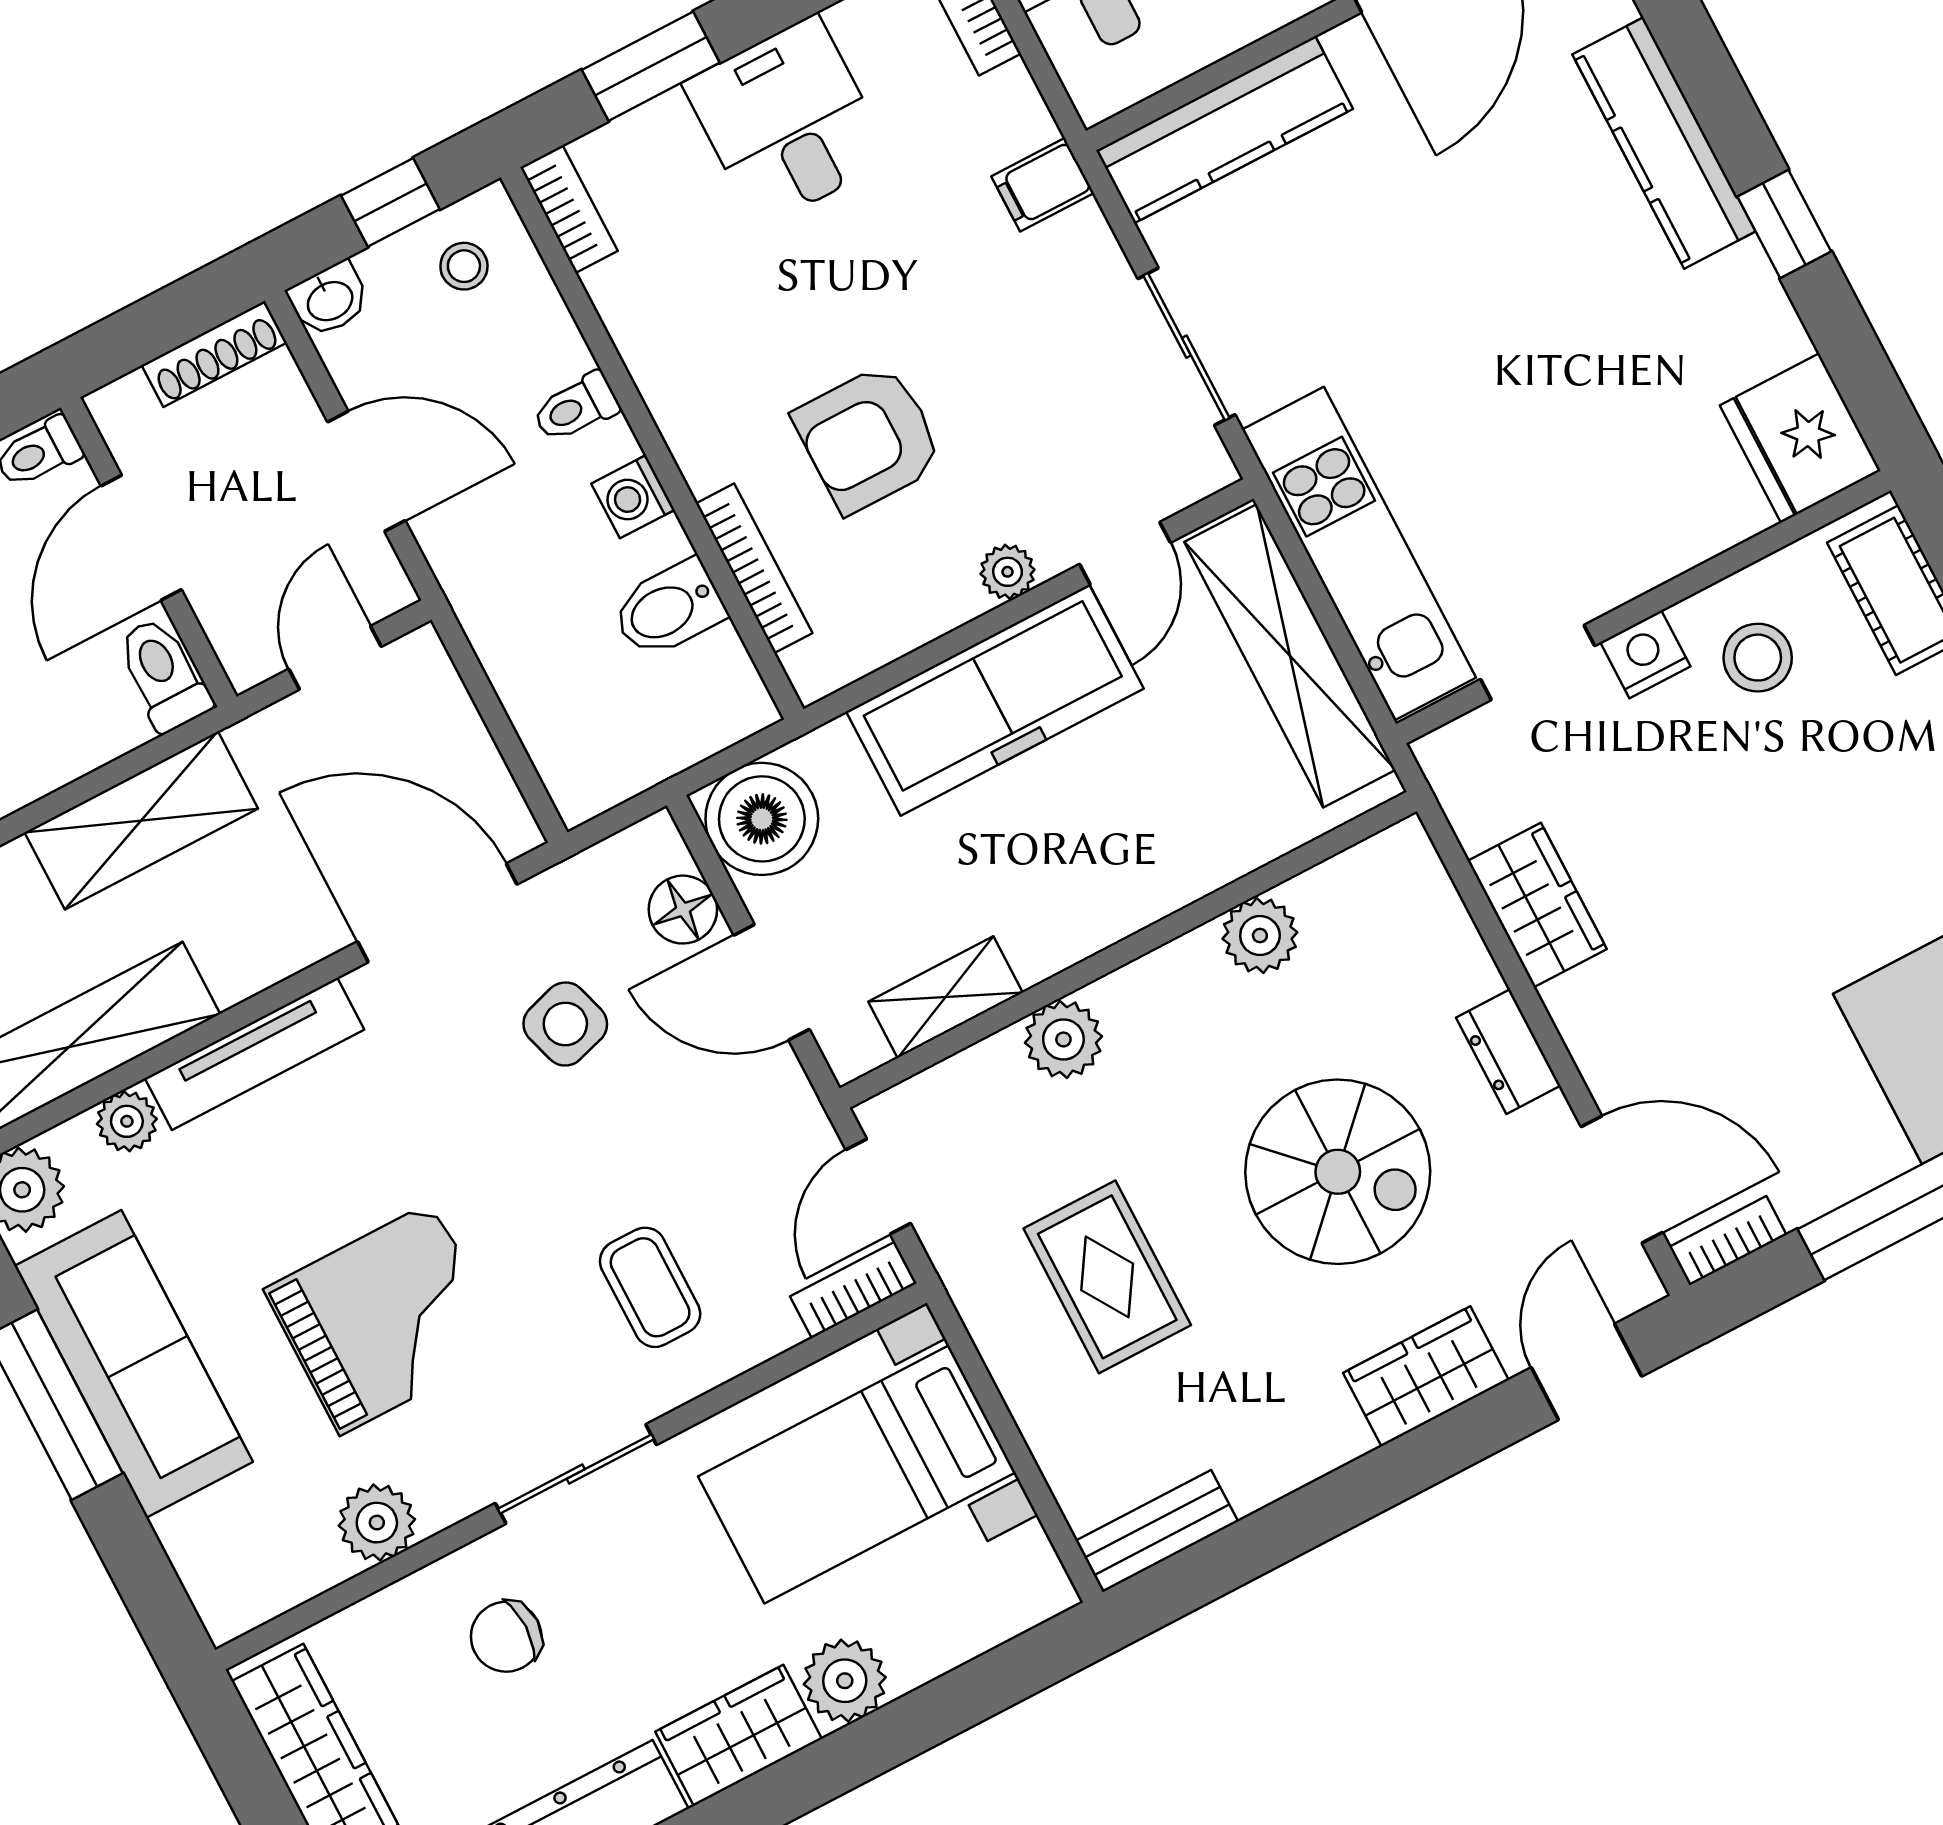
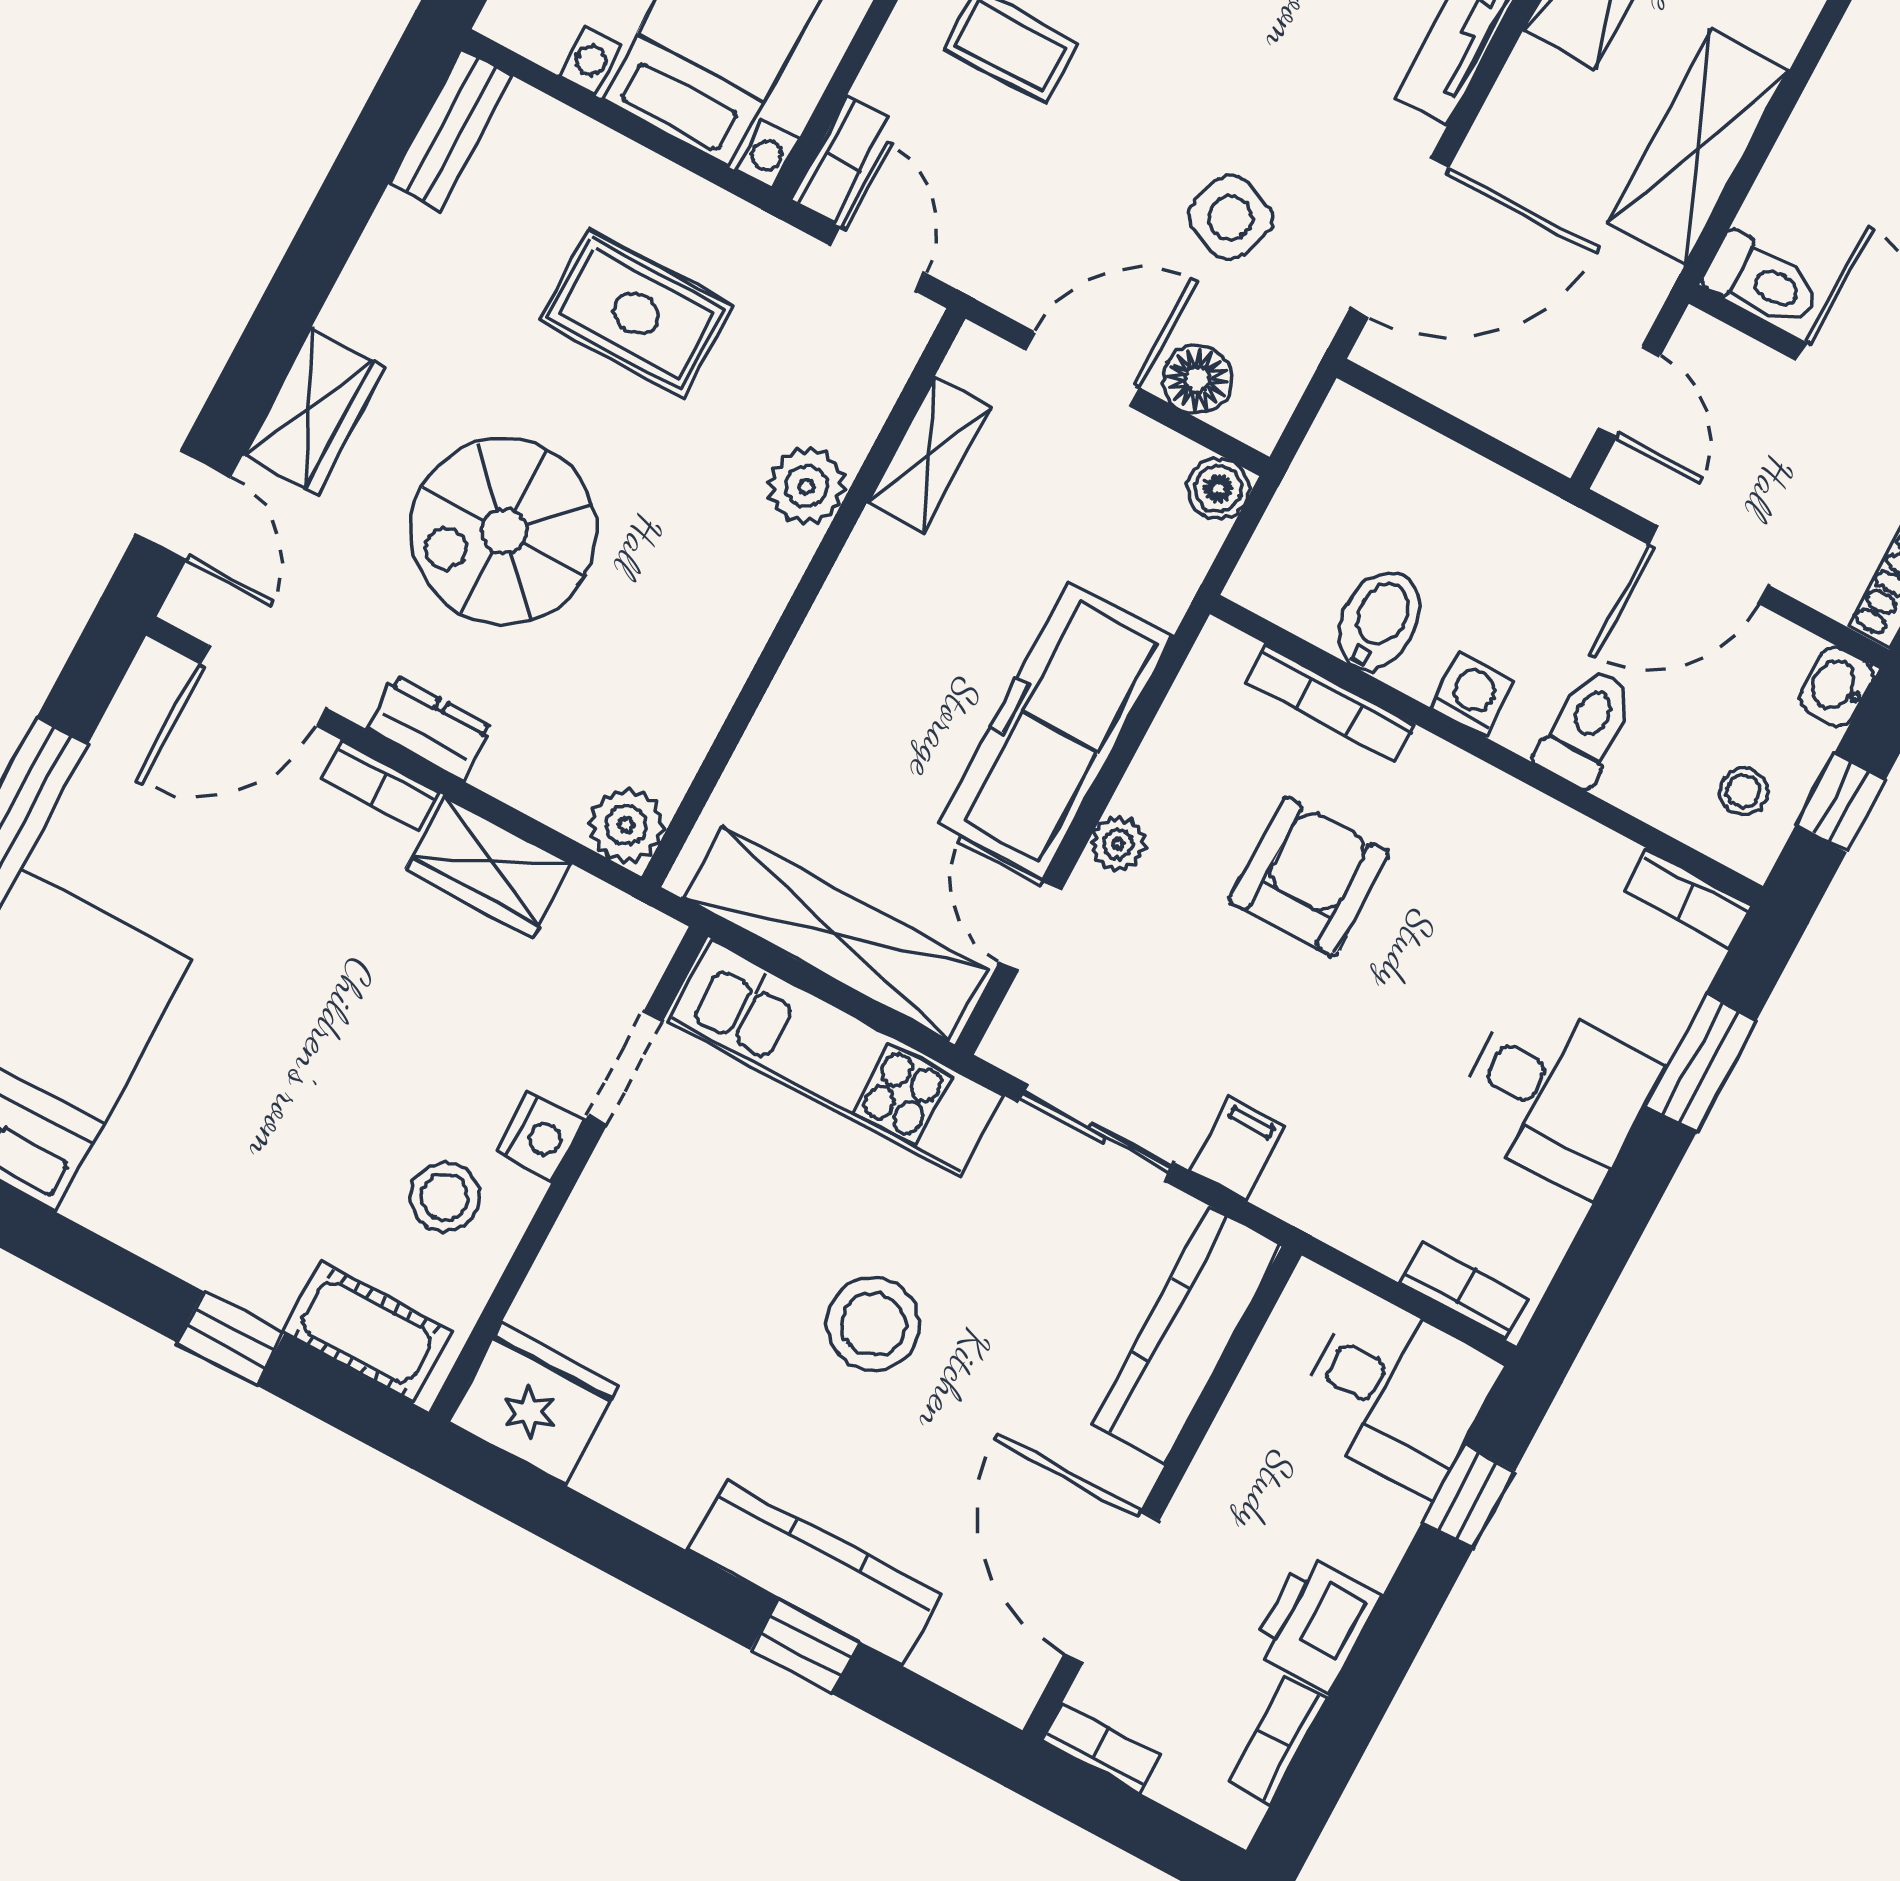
filing cabinet: (1043, 185) -> (1237, 1148), moved
window: (1784, 224) -> (805, 1646), moved
stool: (1477, 314) -> (873, 1324), added
toilet: (576, 408) -> (1586, 727), width x1.37, depth x1.39
boiler: (762, 819) -> (1218, 489), width x0.54, depth x0.54
plant: (1260, 936) -> (626, 825), moved
side table: (565, 1024) -> (1230, 217), turned 37
bookcase: (1728, 1241) -> (381, 786), moved, turned 90

